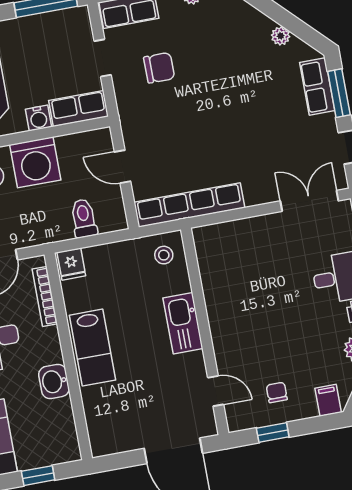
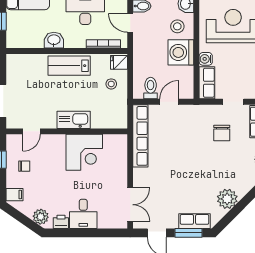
plant: (281, 36) -> (227, 199), width x1.87, depth x1.87
toilet: (84, 218) -> (151, 88), moved, turned -90
stool: (164, 255) -> (111, 84), moved
corner desk: (235, 295) -> (84, 152), added

